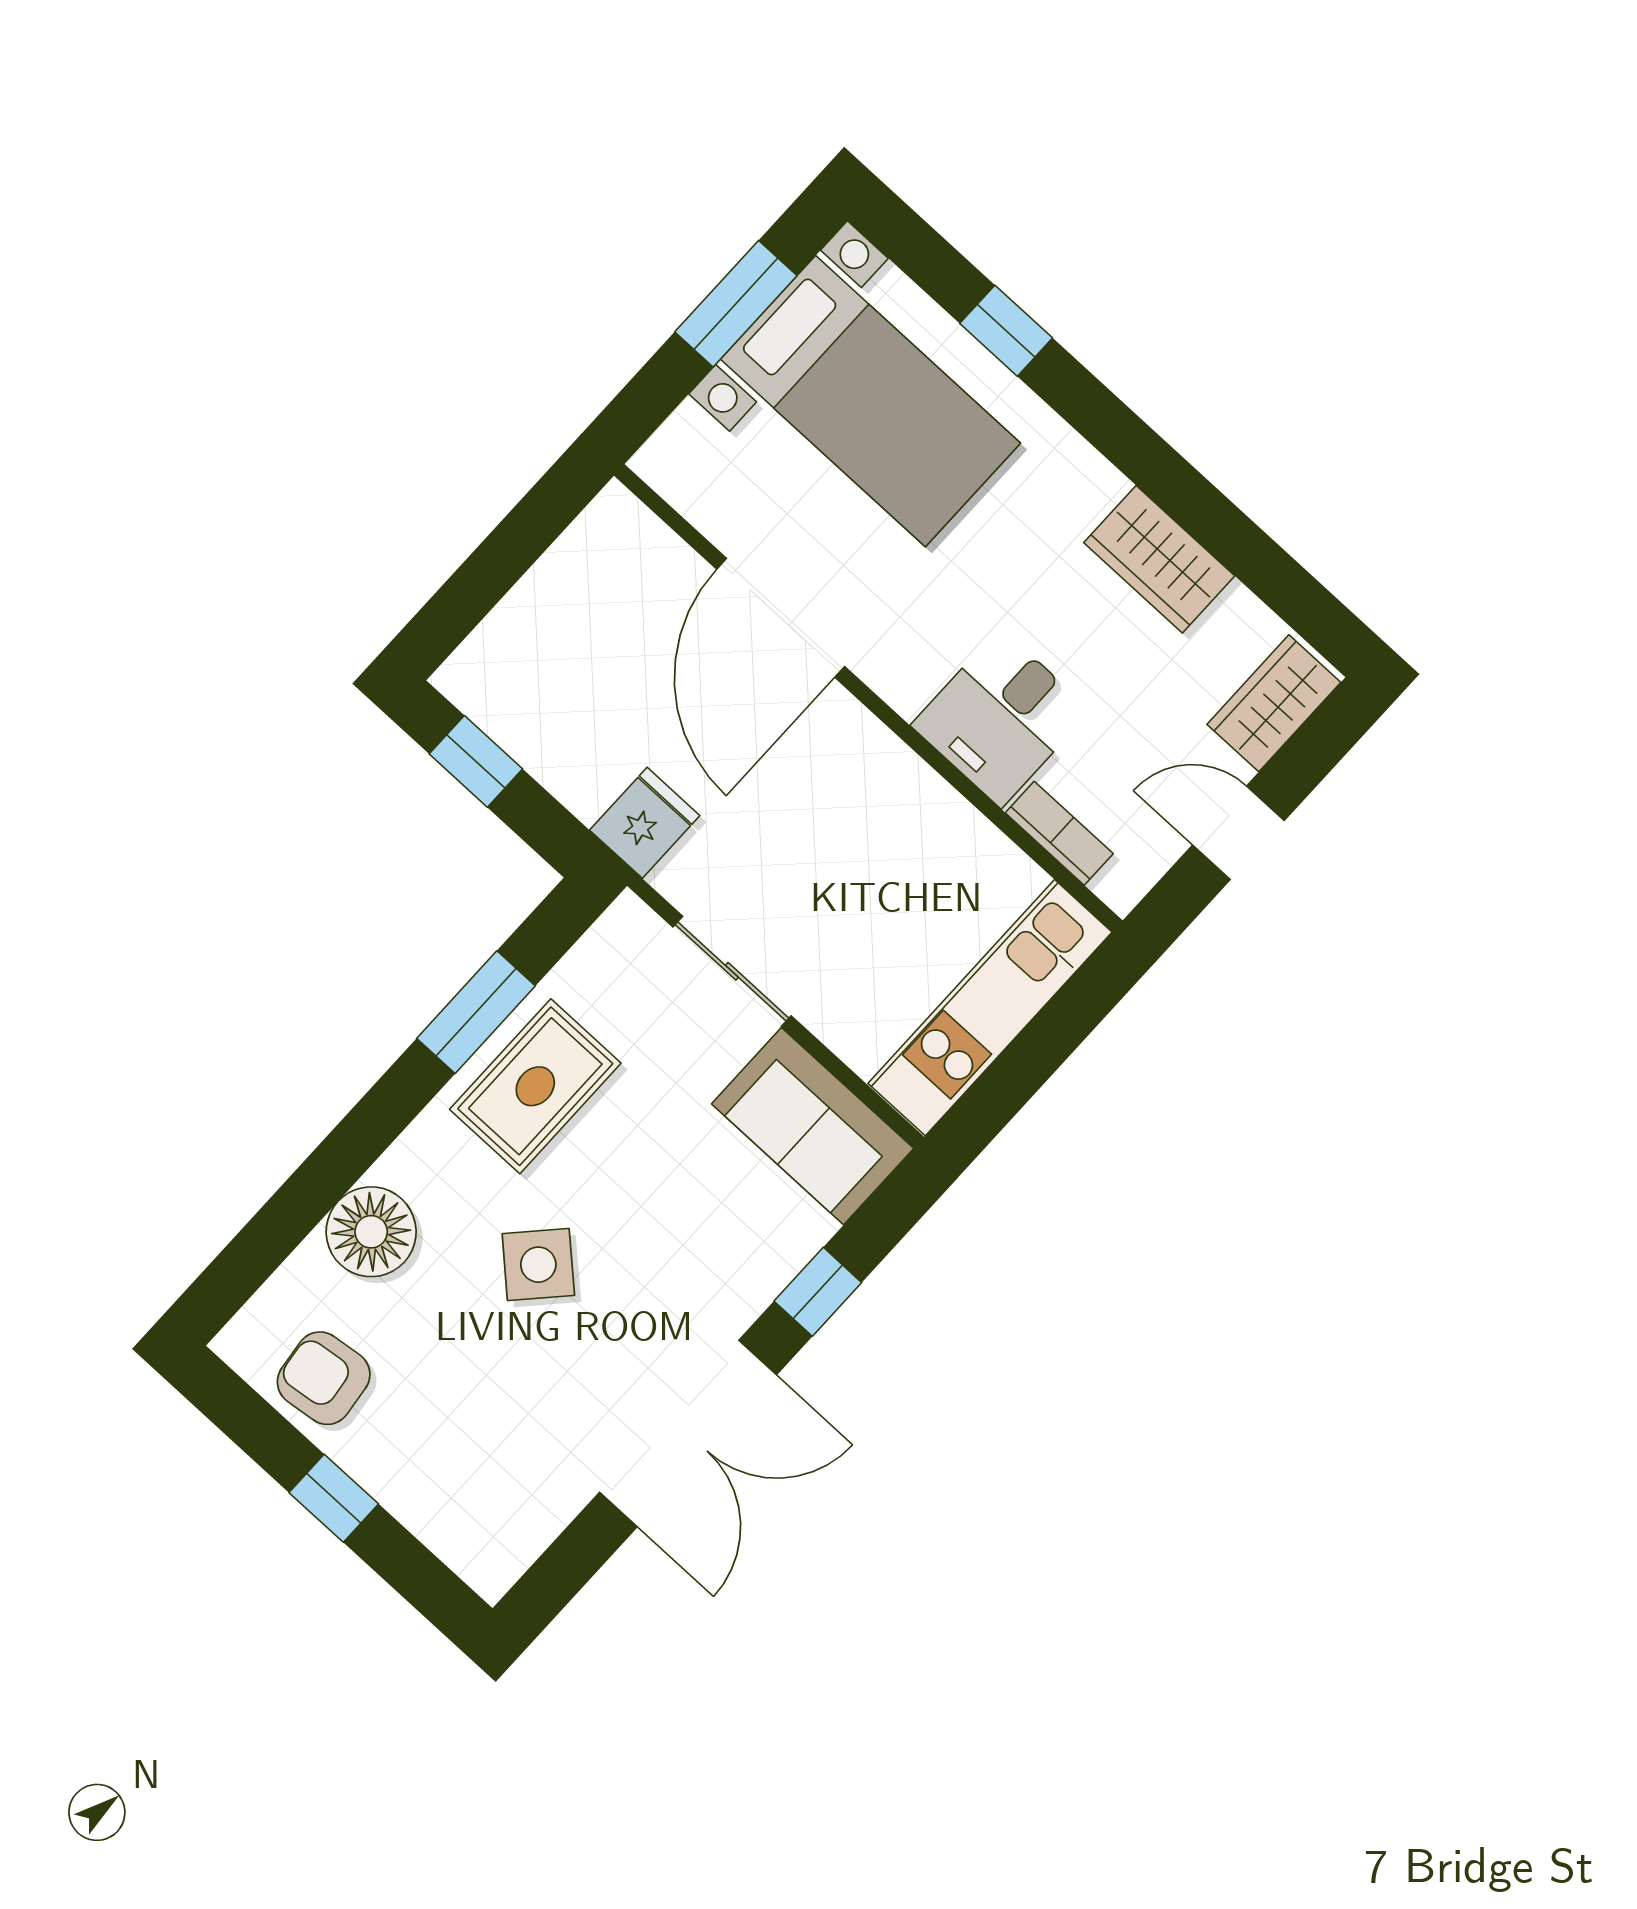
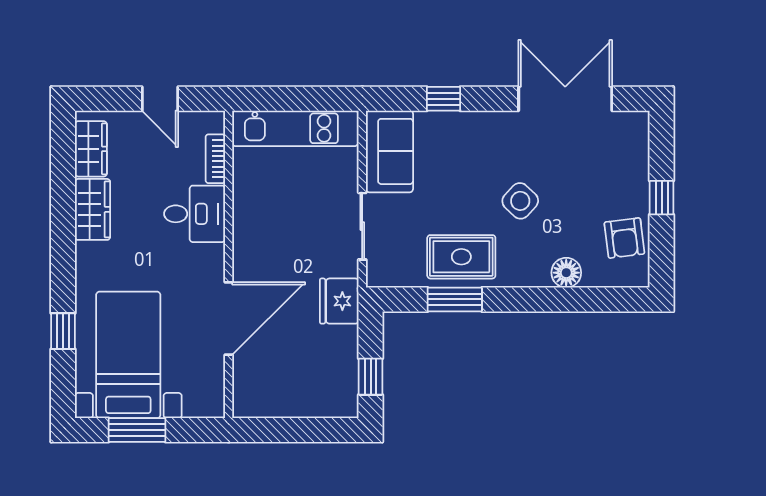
wardrobe: (1274, 703) -> (91, 149), moved, turned -90
fridge: (645, 823) -> (339, 301), width x1.38
floor lamp: (371, 1232) -> (566, 273), width x0.73, depth x0.73
double door: (688, 1434) -> (565, 99), moved

